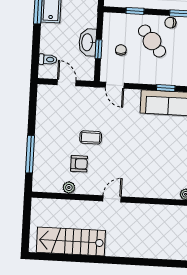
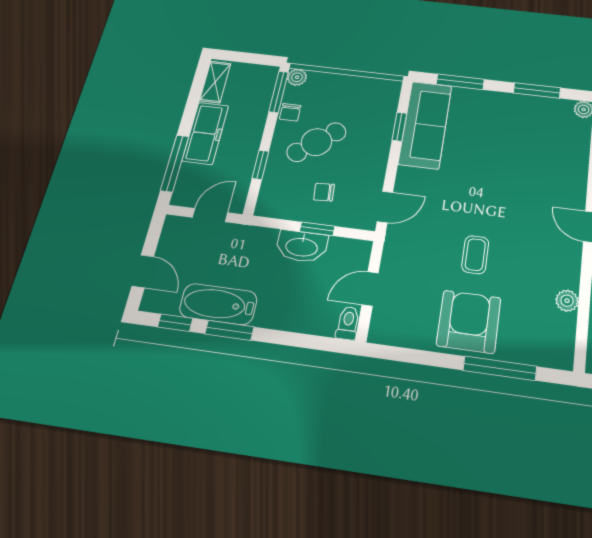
toilet: (48, 59) -> (348, 323), moved
armchair: (79, 164) -> (469, 322), moved, width x1.88, depth x1.88

